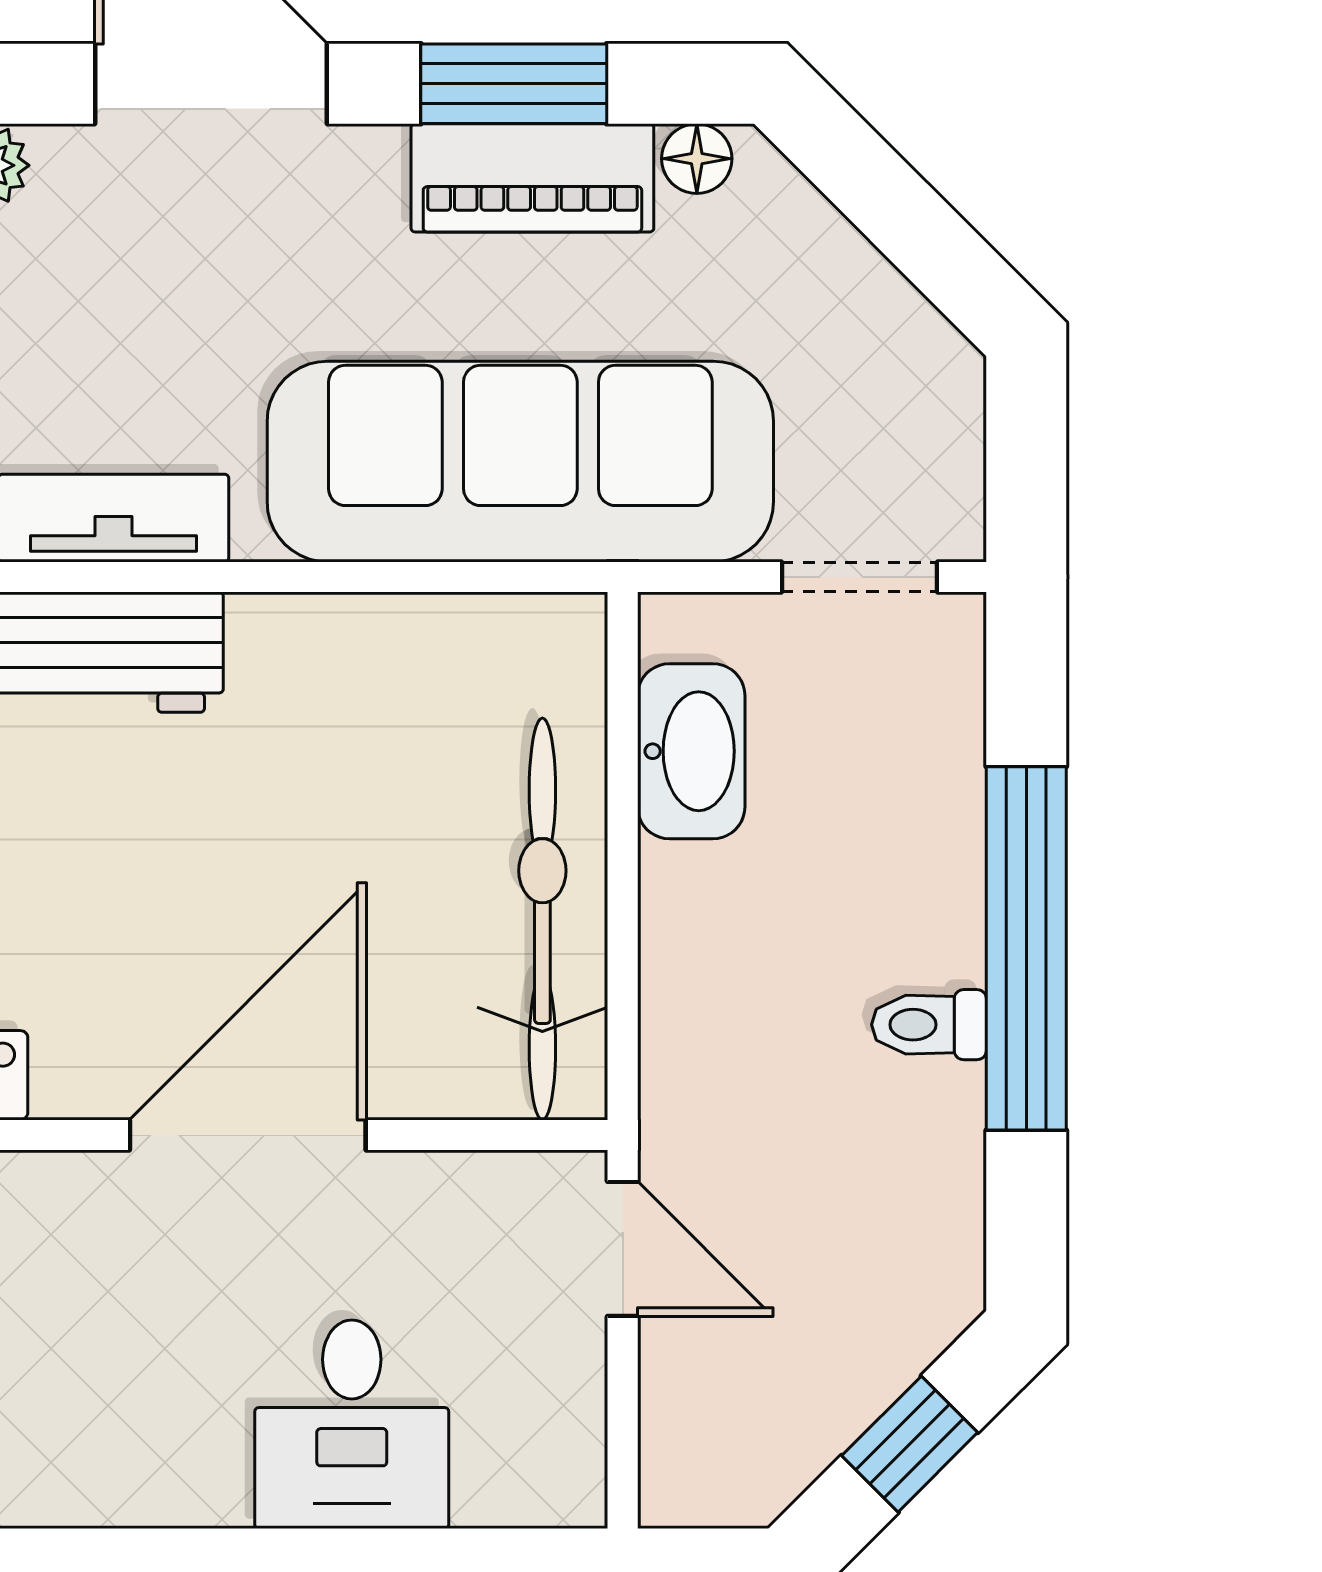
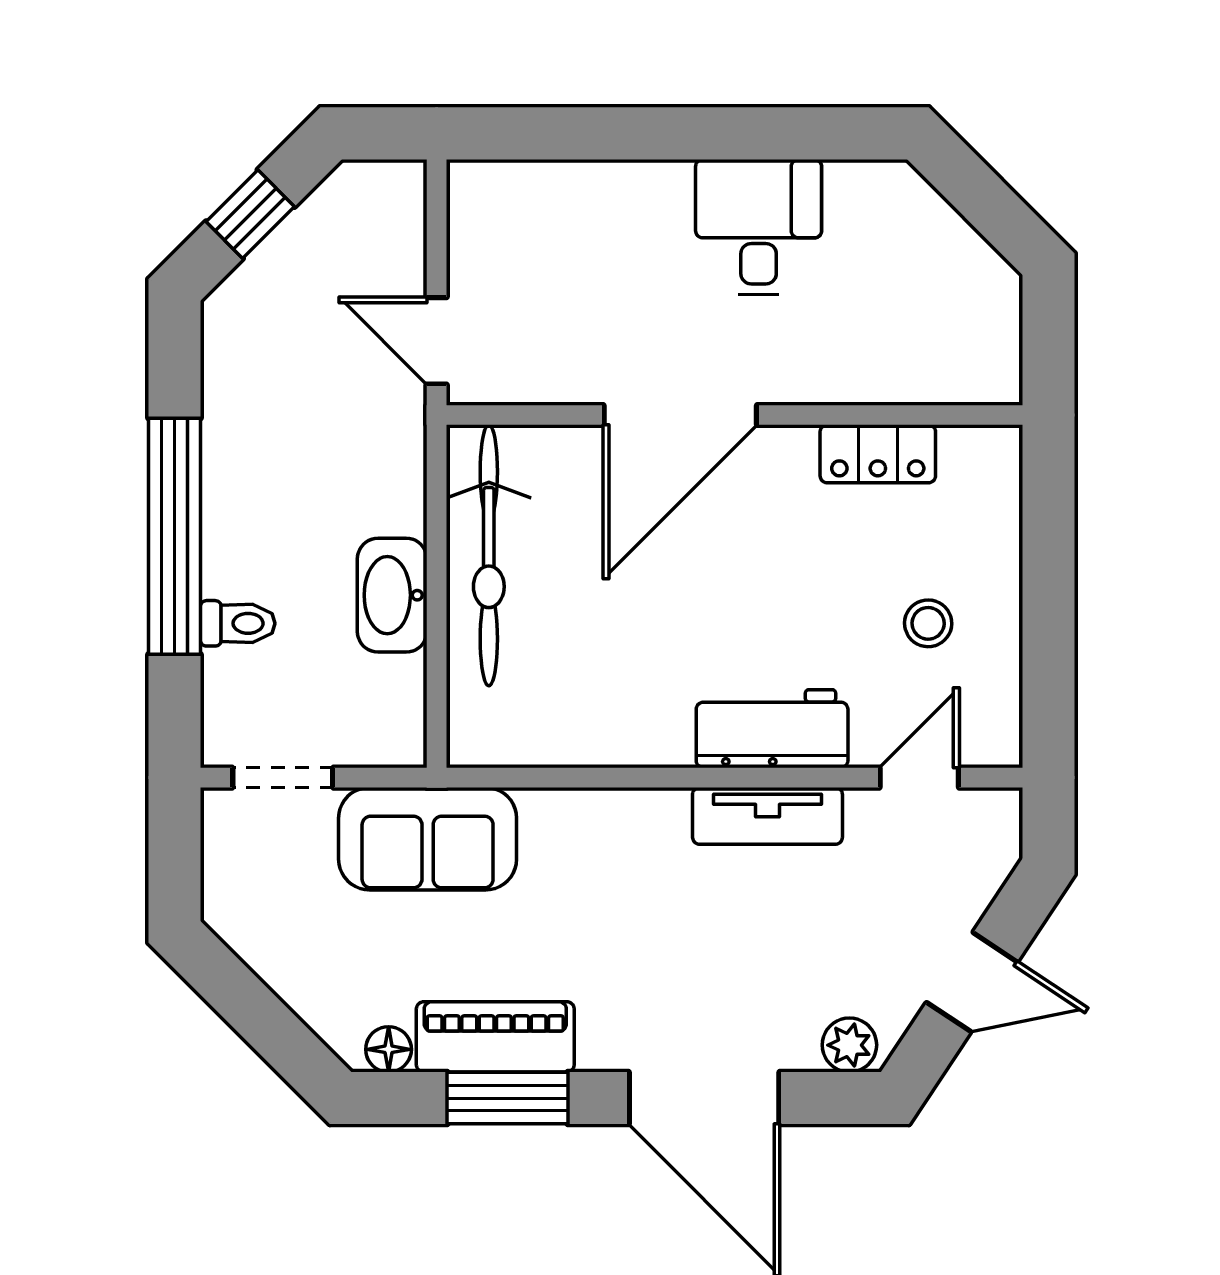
sofa: (520, 462) -> (428, 839), width x0.54, depth x0.79
washbasin: (691, 751) -> (392, 595), moved
toilet: (929, 1025) -> (238, 623), moved
desk: (352, 1424) -> (759, 227), moved

